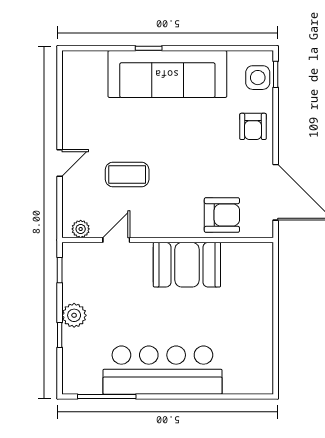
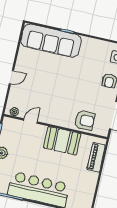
sofa: (167, 74) -> (51, 41), moved
coffee table: (127, 175) -> (43, 90), removed
piano: (261, 282) -> (96, 157), added

